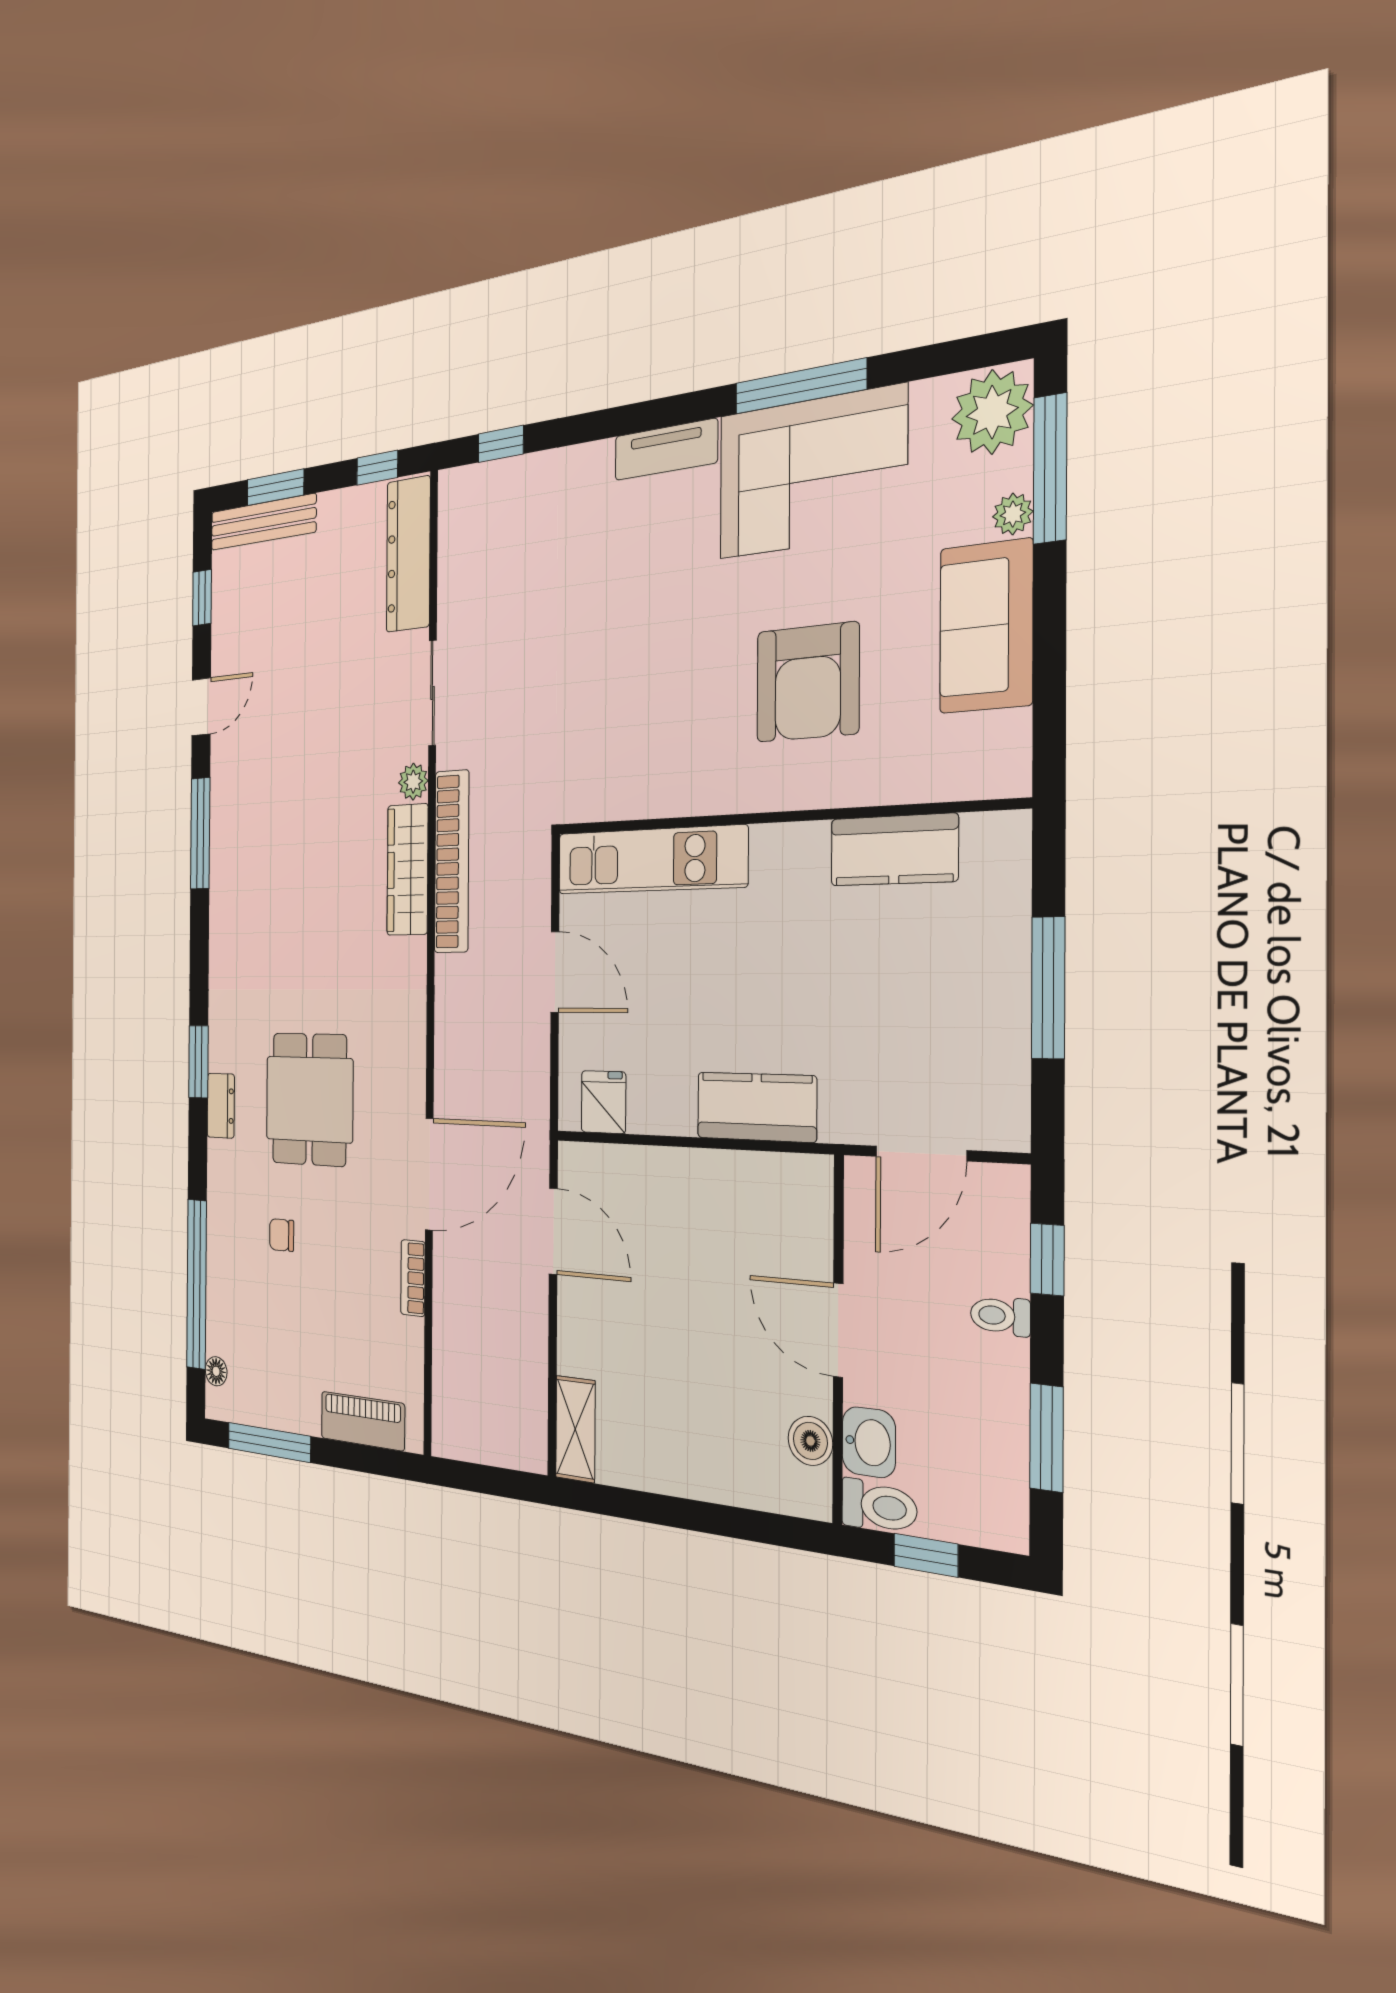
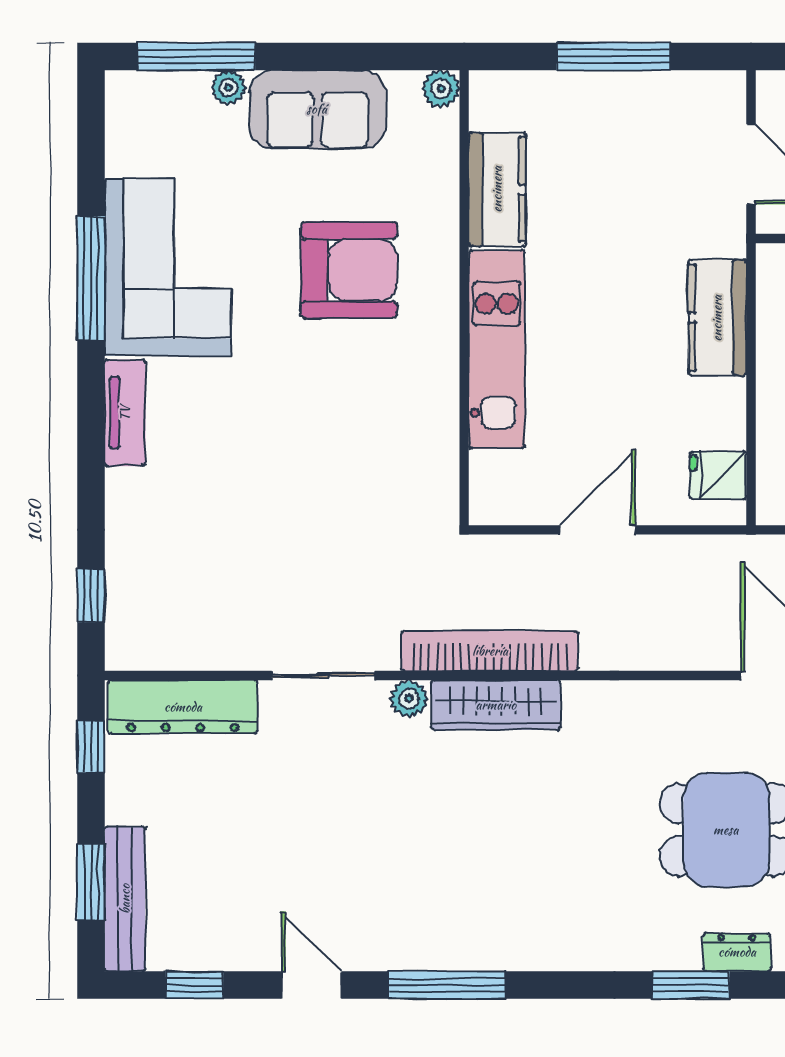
plant: (992, 412) -> (441, 89), moved, width x0.53, depth x0.53
kitchen unit: (651, 860) -> (497, 349), moved

